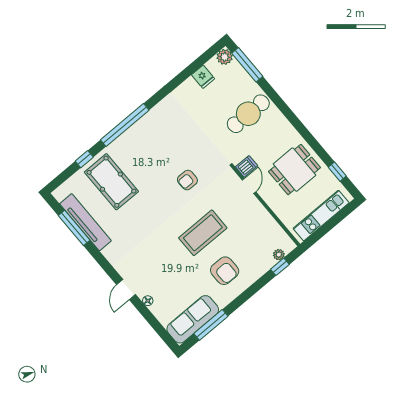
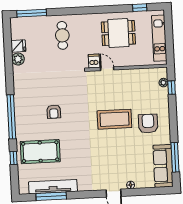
plant: (225, 57) -> (18, 59), moved
cafe table: (248, 114) -> (62, 35), width x0.73, depth x0.74
dining table: (295, 170) -> (118, 33), turned 90
armchair: (187, 180) -> (54, 112), moved
coffee table: (203, 233) -> (114, 119), turned 90
armchair: (225, 271) -> (148, 124), turned -90

